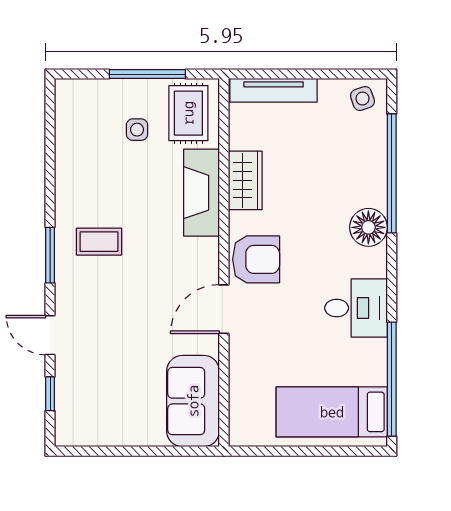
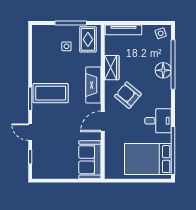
fireplace: (202, 193) -> (93, 85), moved
floor lamp: (368, 227) -> (163, 70), moved
coffee table: (99, 242) -> (51, 93), width x1.86, depth x1.72
armchair: (256, 259) -> (128, 95), moved, turned -140
bed: (332, 412) -> (148, 159), width x1.50

